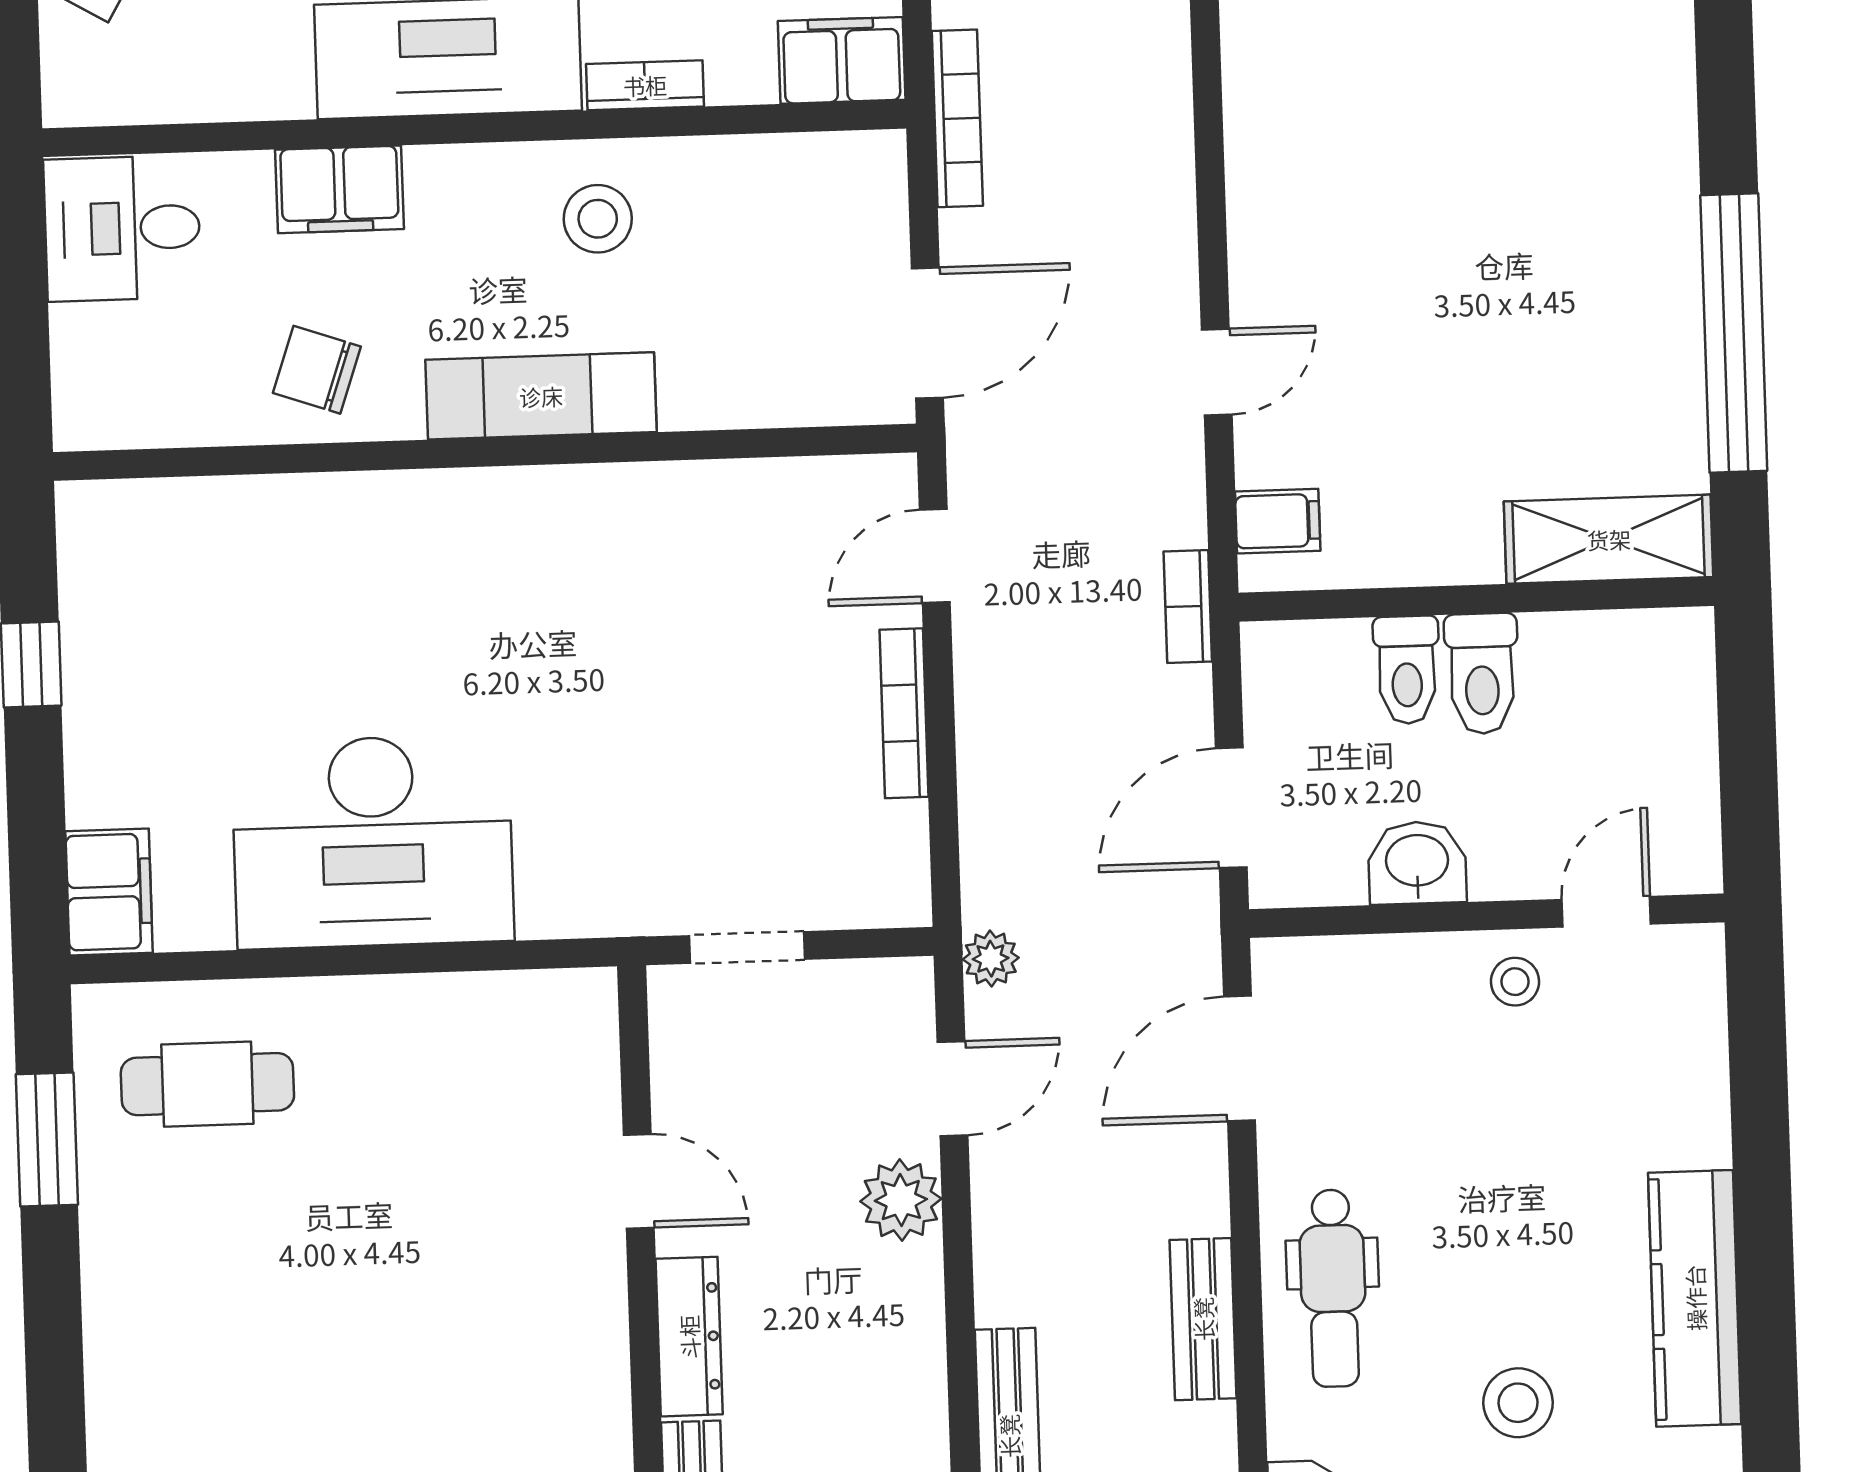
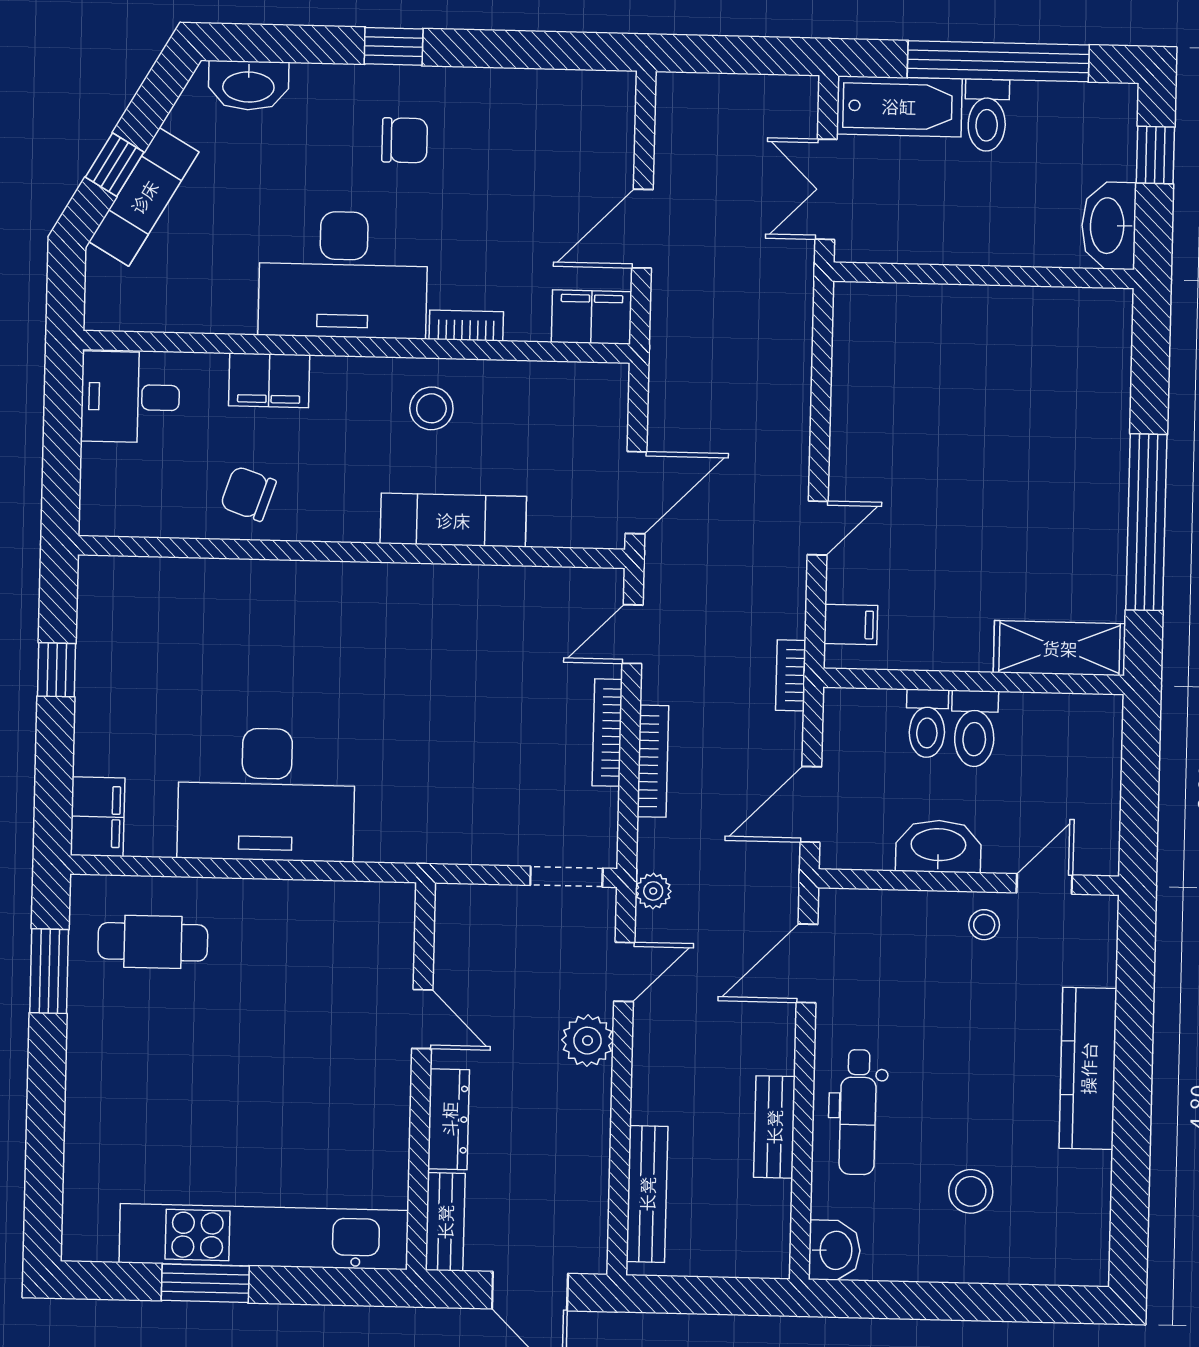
bookcase: (957, 118) -> (653, 761), moved
exam couch: (541, 396) -> (453, 520), moved
washbasin: (1417, 863) -> (938, 846), width x1.38
doorway: (747, 948) -> (566, 877), moved
kitchen counter: (1695, 1298) -> (1088, 1068), moved

